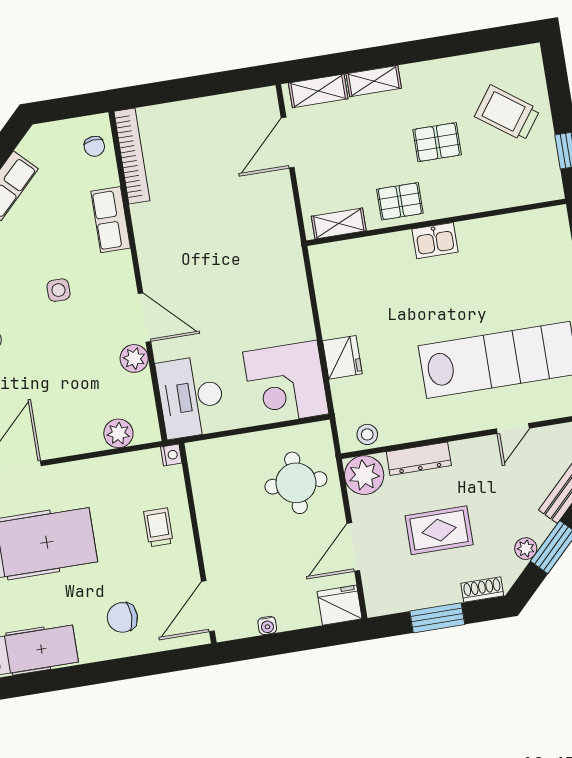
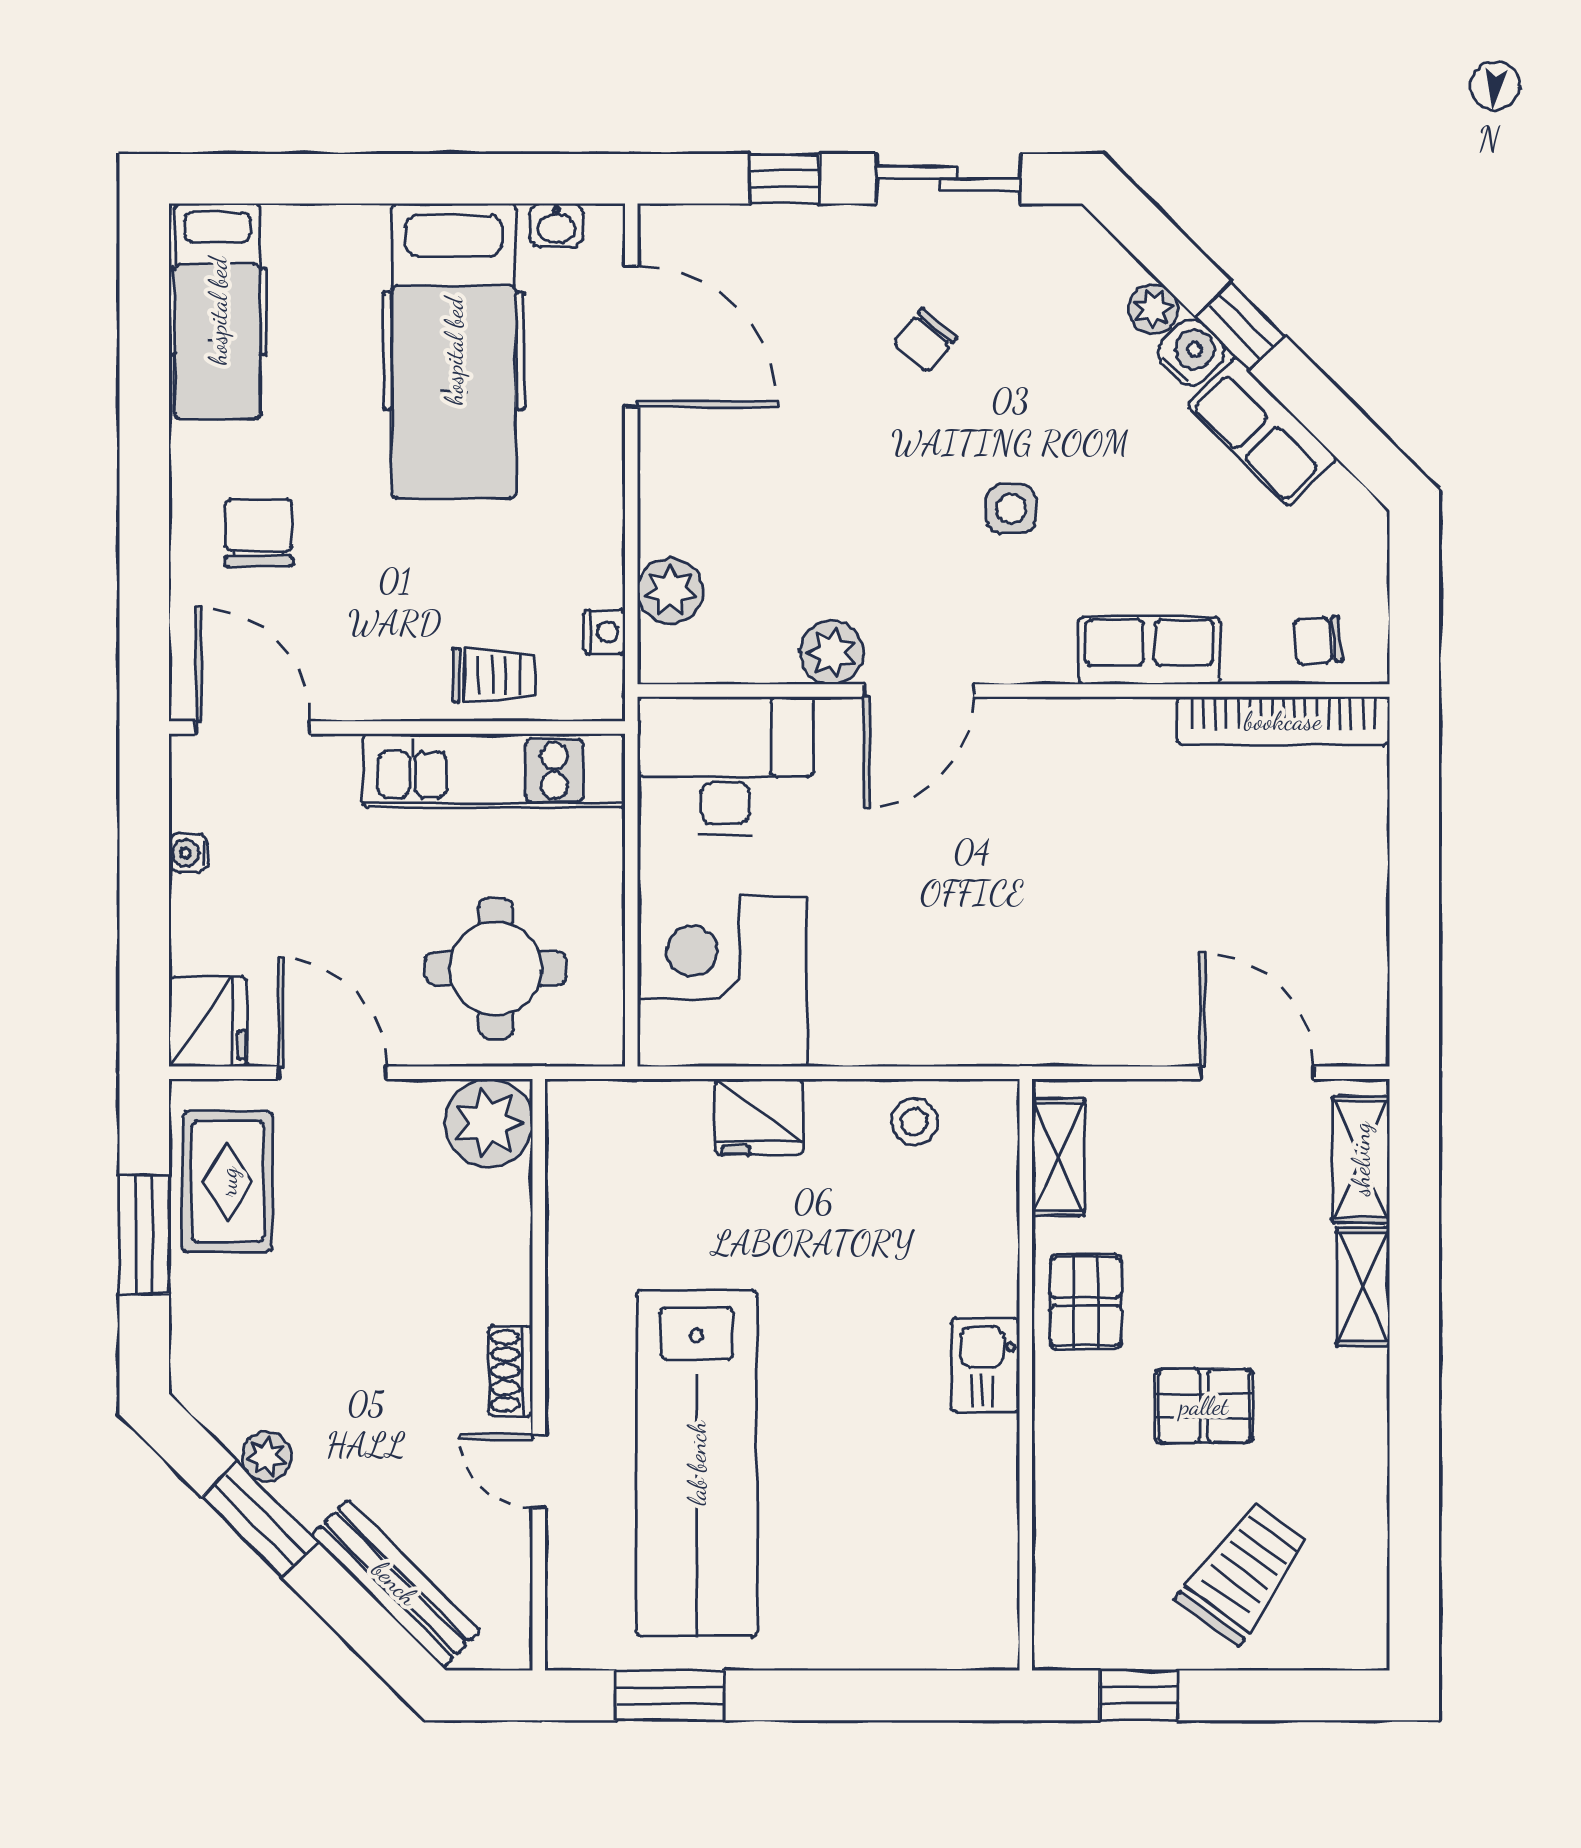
pallet: (437, 142) -> (1204, 1406), turned 90
stool: (367, 434) -> (914, 1122), moved
nightstand: (171, 455) -> (604, 632), moved, turned -90
dresser: (419, 459) -> (505, 1251), removed
kitchen unit: (210, 498) -> (494, 771), added
trolley: (158, 527) -> (494, 675), moved
rug: (439, 530) -> (228, 1182), moved
shoe rack: (482, 590) -> (511, 1371), moved, turned 180

